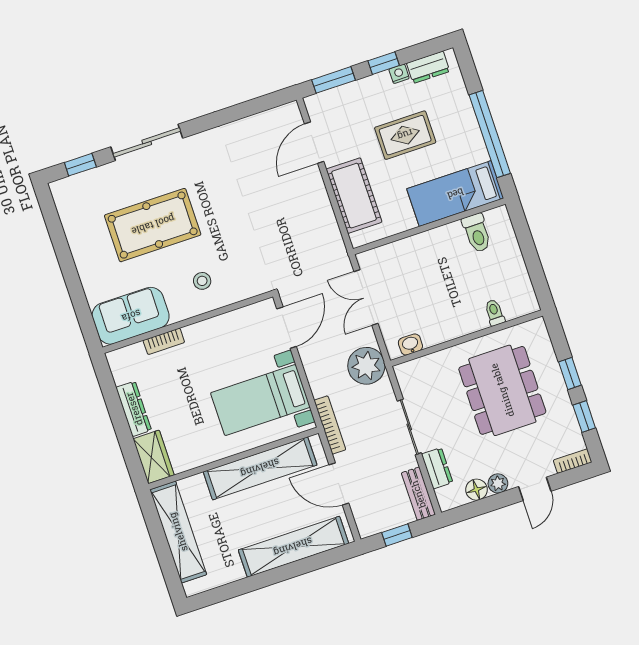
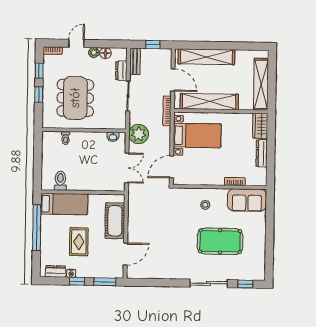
rug: (405, 135) -> (79, 242), turned 90

